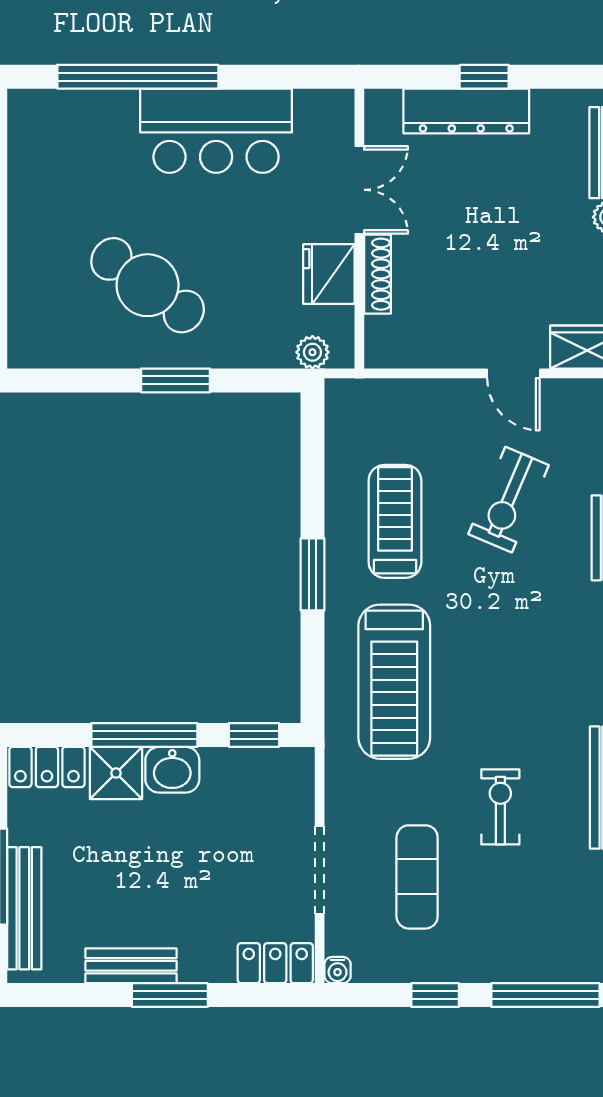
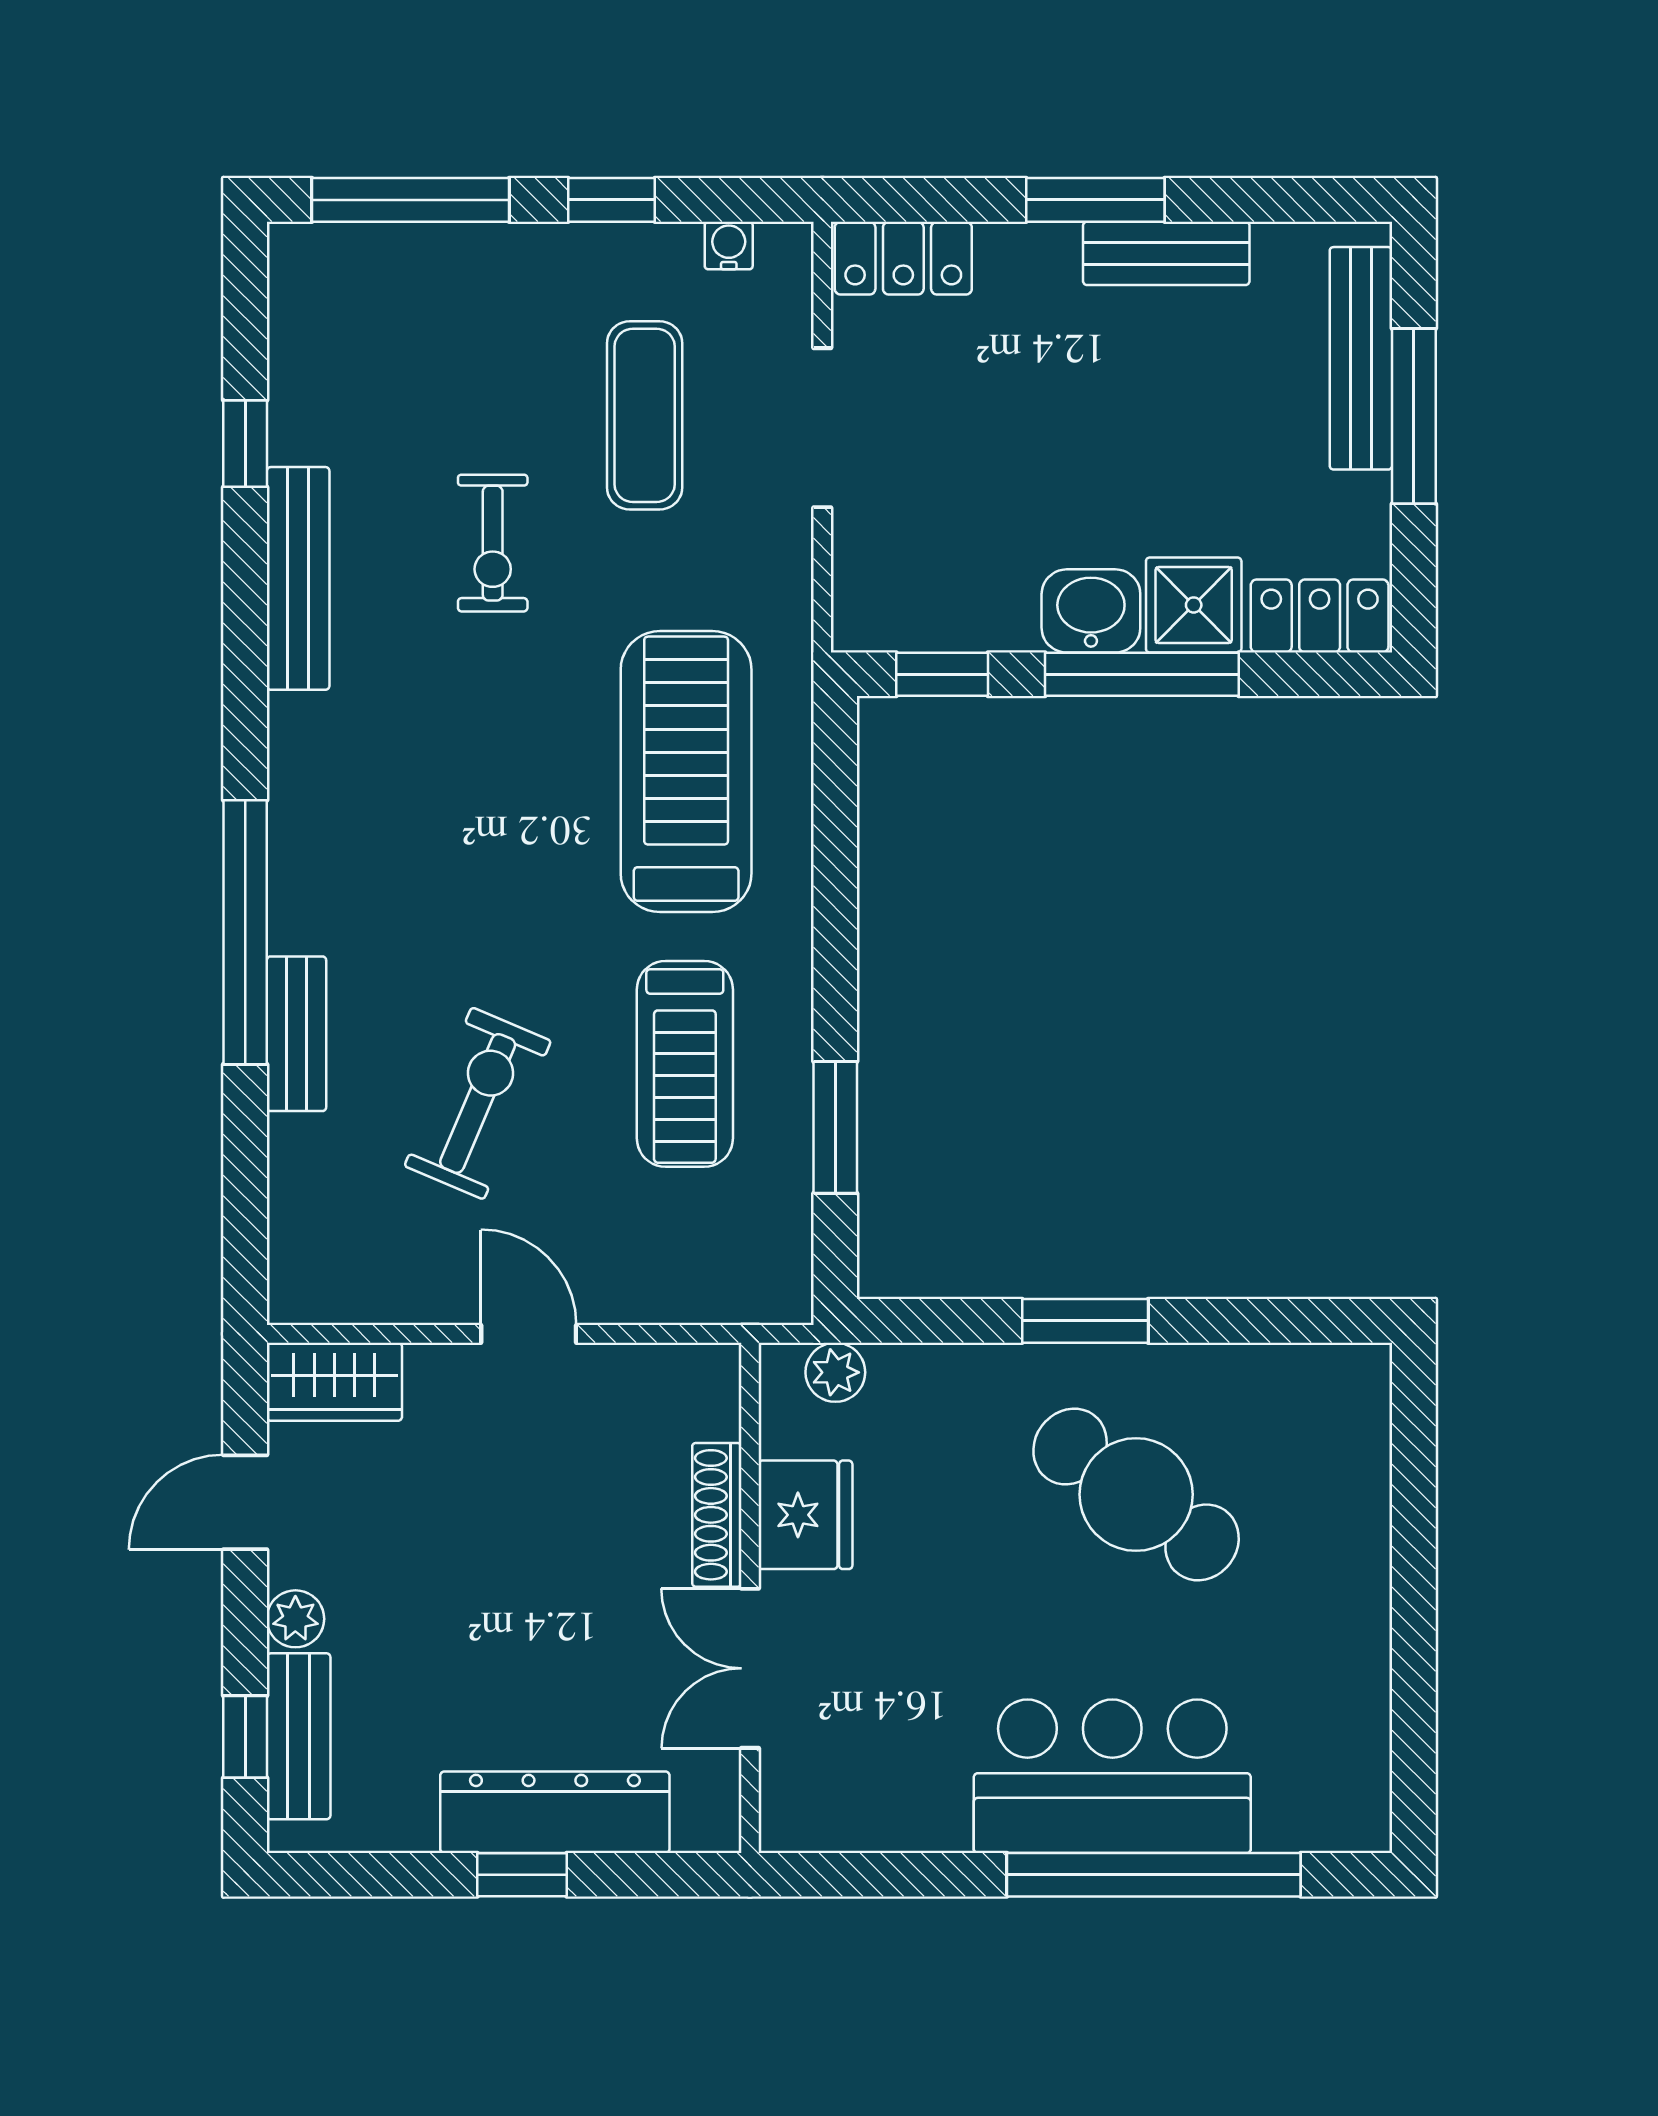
bar counter: (216, 131) -> (1112, 1776), moved
door: (513, 373) -> (529, 1334), moved
window: (312, 574) -> (835, 1127), moved
water cooler: (338, 970) -> (729, 246), moved

